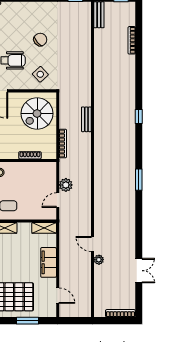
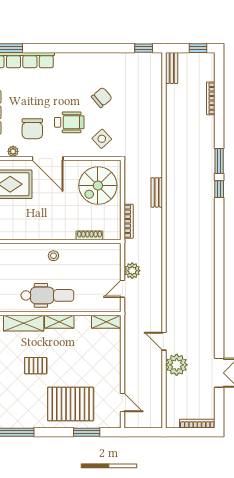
window: (139, 180) -> (219, 161), moved
plant: (99, 260) -> (177, 365), width x1.87, depth x1.87
filing cabinet: (49, 262) -> (112, 363), removed

